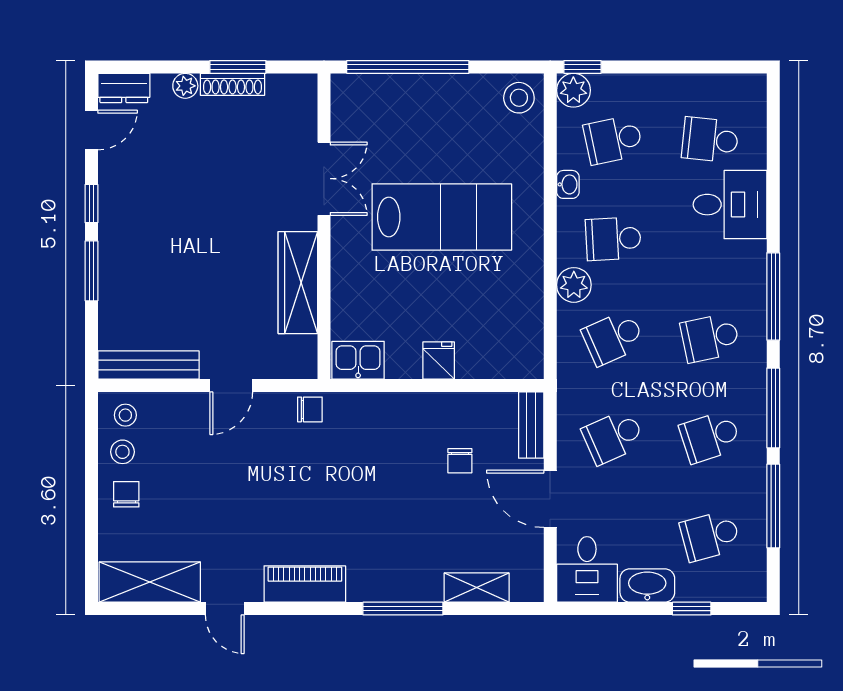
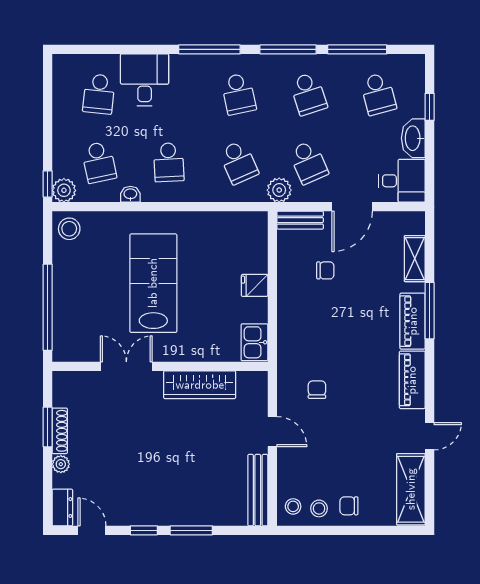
plant: (574, 285) -> (279, 190), moved
chair: (310, 409) -> (317, 390), moved
piano: (388, 584) -> (413, 321), added

